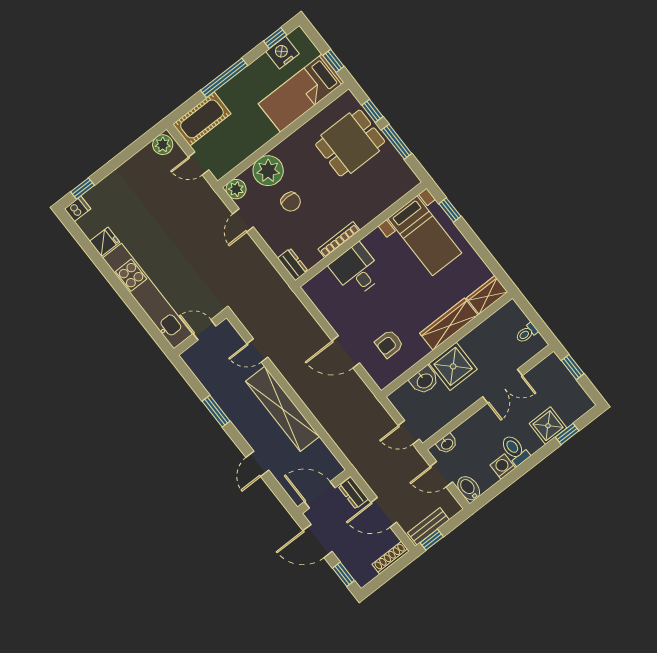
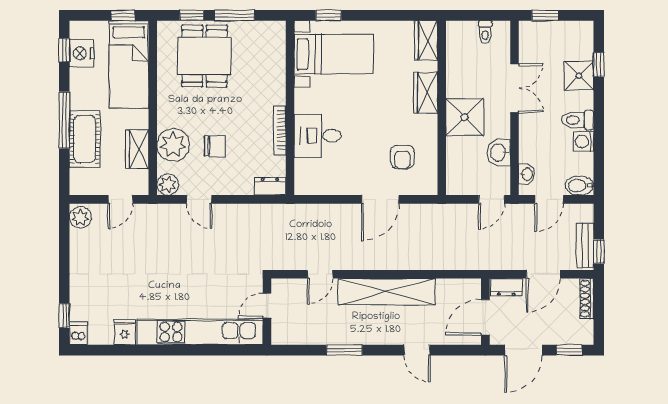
cot: (202, 119) -> (85, 139), moved
wardrobe: (244, 147) -> (137, 149), added
wardrobe: (449, 324) -> (426, 93), width x0.67
washbasin: (424, 380) -> (499, 153), moved, turned 180

